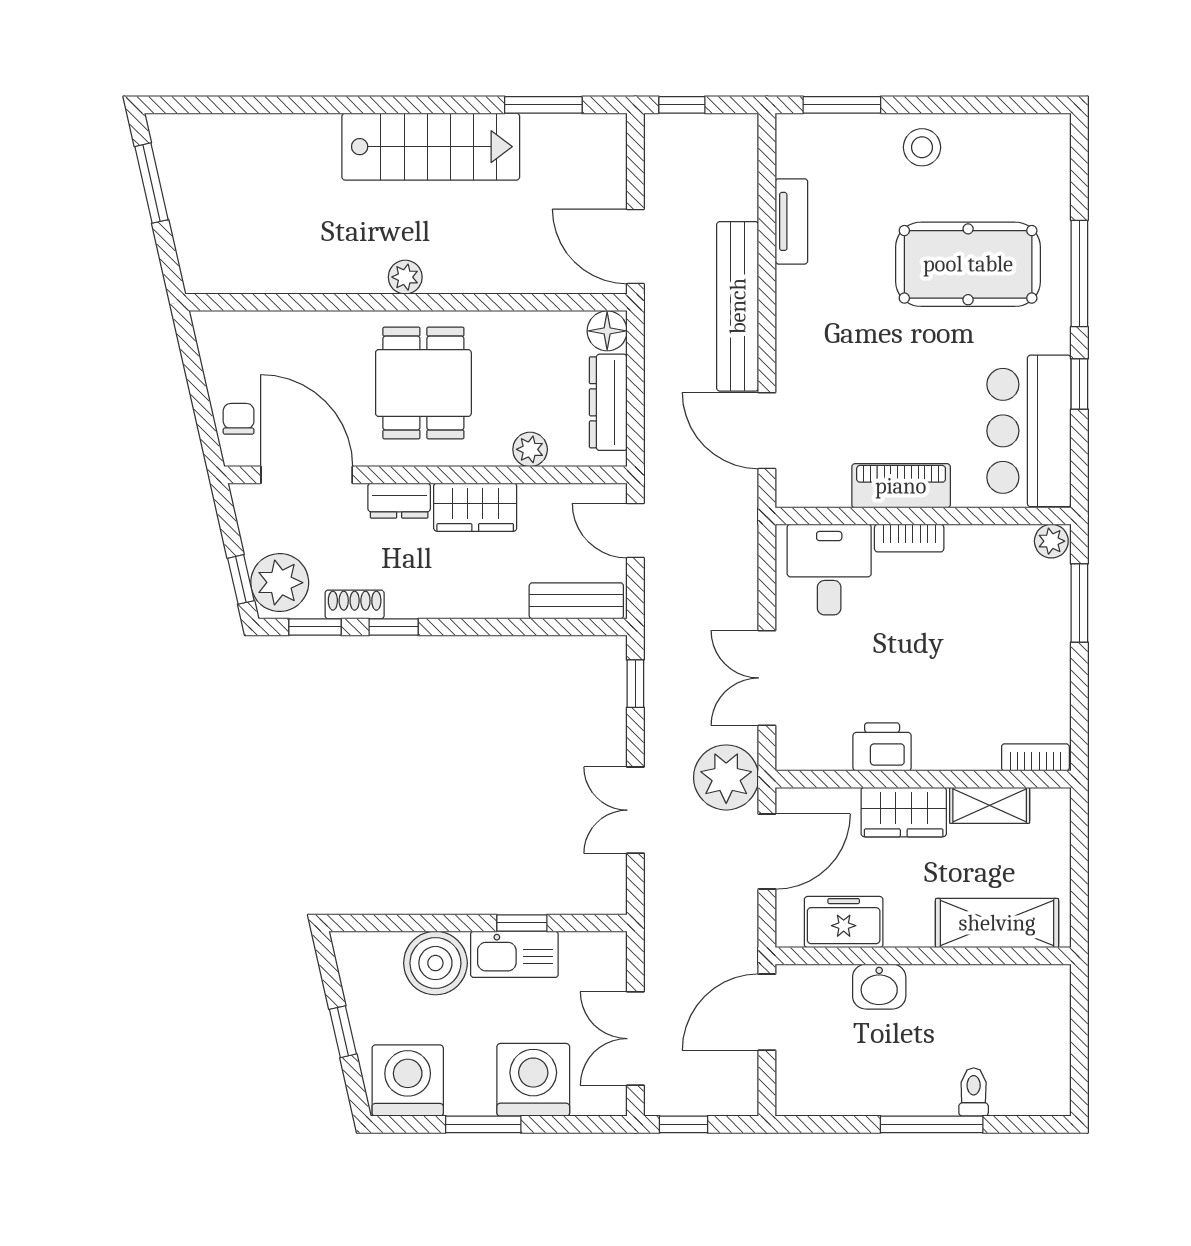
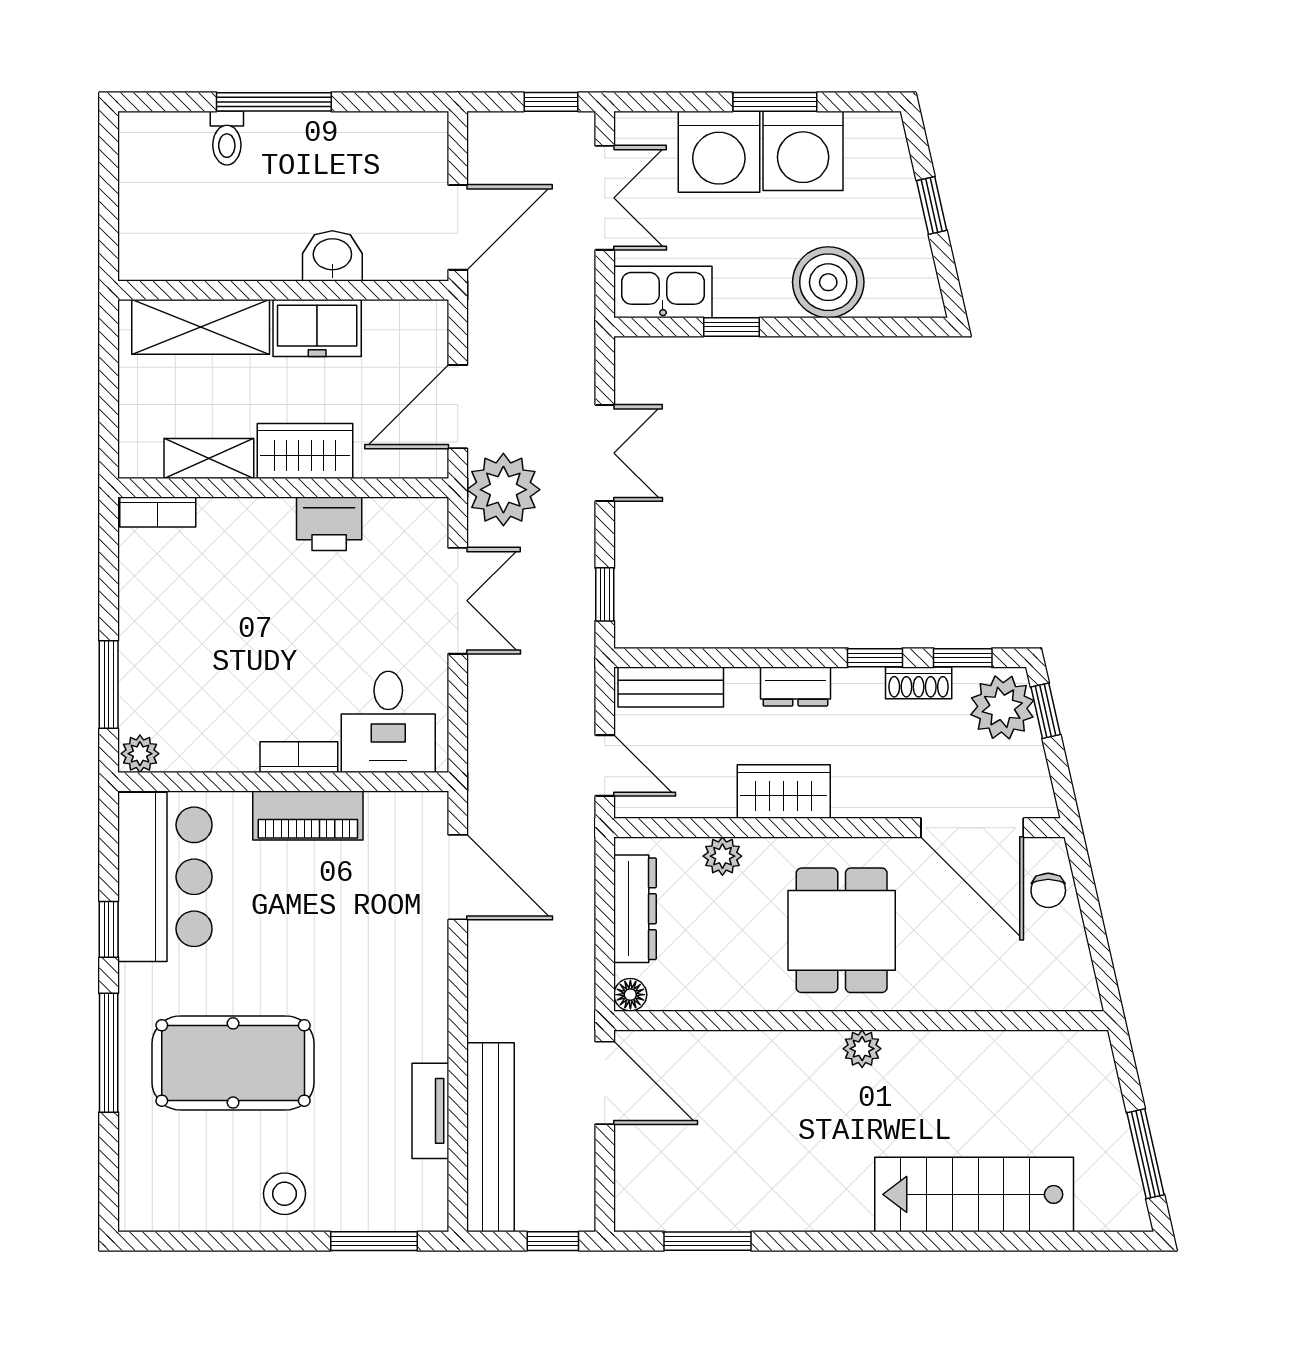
stairs: (431, 147) -> (974, 1194), moved
bench: (738, 306) -> (491, 1137), moved
floor lamp: (607, 331) -> (630, 995), width x0.73, depth x0.73
dresser: (399, 501) -> (795, 687), moved, turned 180
freezer: (844, 922) -> (317, 328), moved
kitchen sink: (514, 954) -> (663, 292), moved
washing machine: (408, 1081) -> (803, 151), moved

